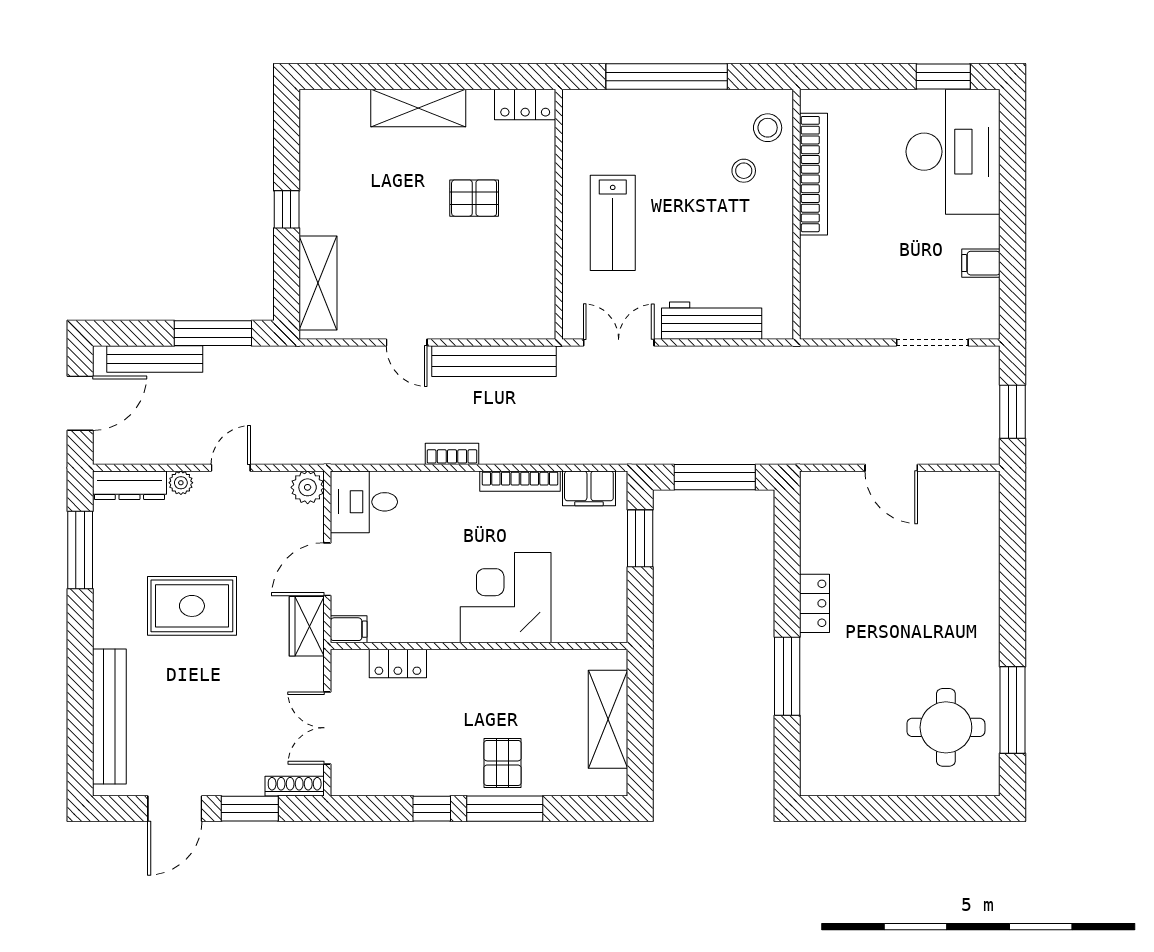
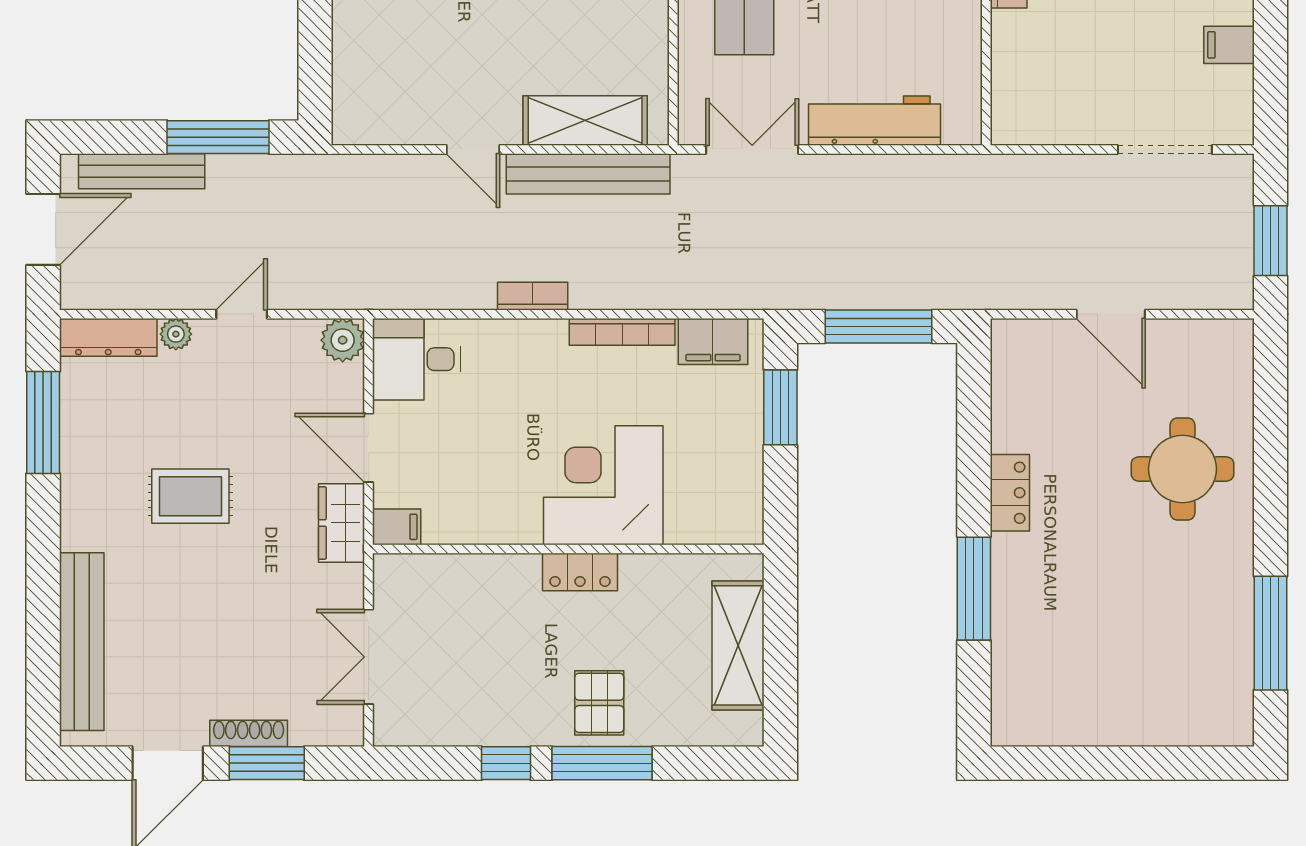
shelving: (318, 283) -> (585, 121), moved, turned 90
door: (327, 569) -> (369, 448), hinge flipped
rug: (192, 606) -> (190, 496), width x0.73, depth x0.70
locker: (398, 664) -> (580, 572), moved
round table: (946, 727) -> (1182, 469), moved
shoe rack: (295, 786) -> (249, 733), moved

